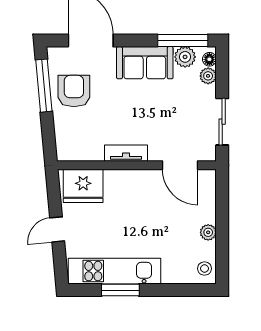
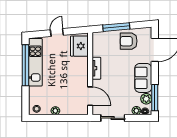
window: (44, 86) -> (116, 27), moved
armchair: (74, 91) -> (129, 41), turned 180
door: (180, 165) -> (90, 96), swing flipped
door: (57, 229) -> (57, 32), hinge flipped
window: (120, 290) -> (25, 65), width x2.11

